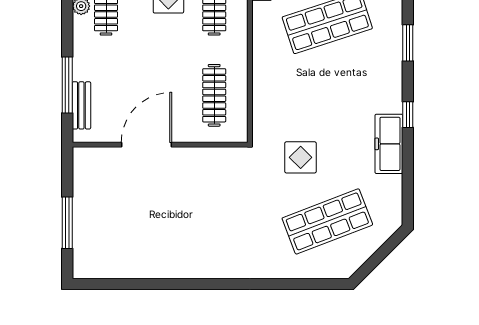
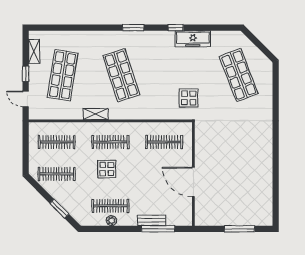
bench: (81, 105) -> (152, 220), moved
display table: (301, 157) -> (189, 98), moved

